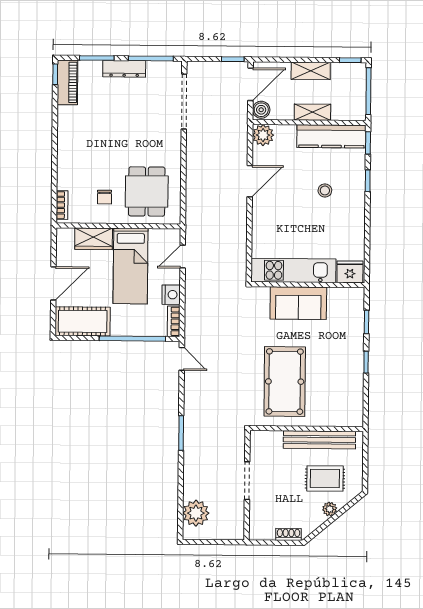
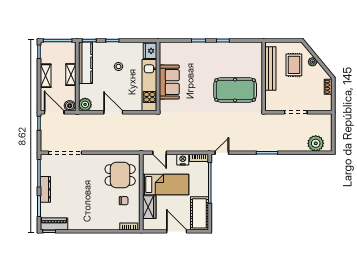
kitchen unit: (293, 270) -> (149, 85), moved
fridge: (350, 272) -> (150, 51), moved
wall: (308, 285) -> (158, 76), moved
sofa: (298, 303) -> (169, 82), moved

